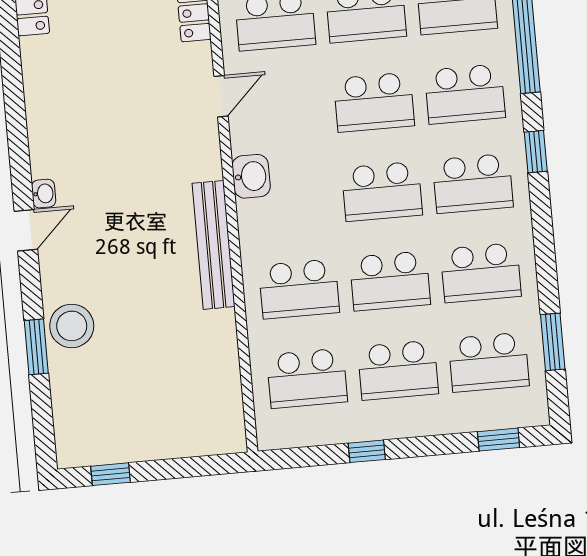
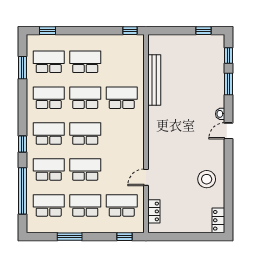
washbasin: (251, 176) -> (137, 144), removed
washbasin: (44, 194) -> (220, 114), moved
bench: (214, 245) -> (154, 80), moved
stool: (72, 326) -> (207, 179), moved
school desk: (307, 378) -> (122, 62), removed
window: (43, 418) -> (229, 55), added
window: (367, 451) -> (130, 31), moved

